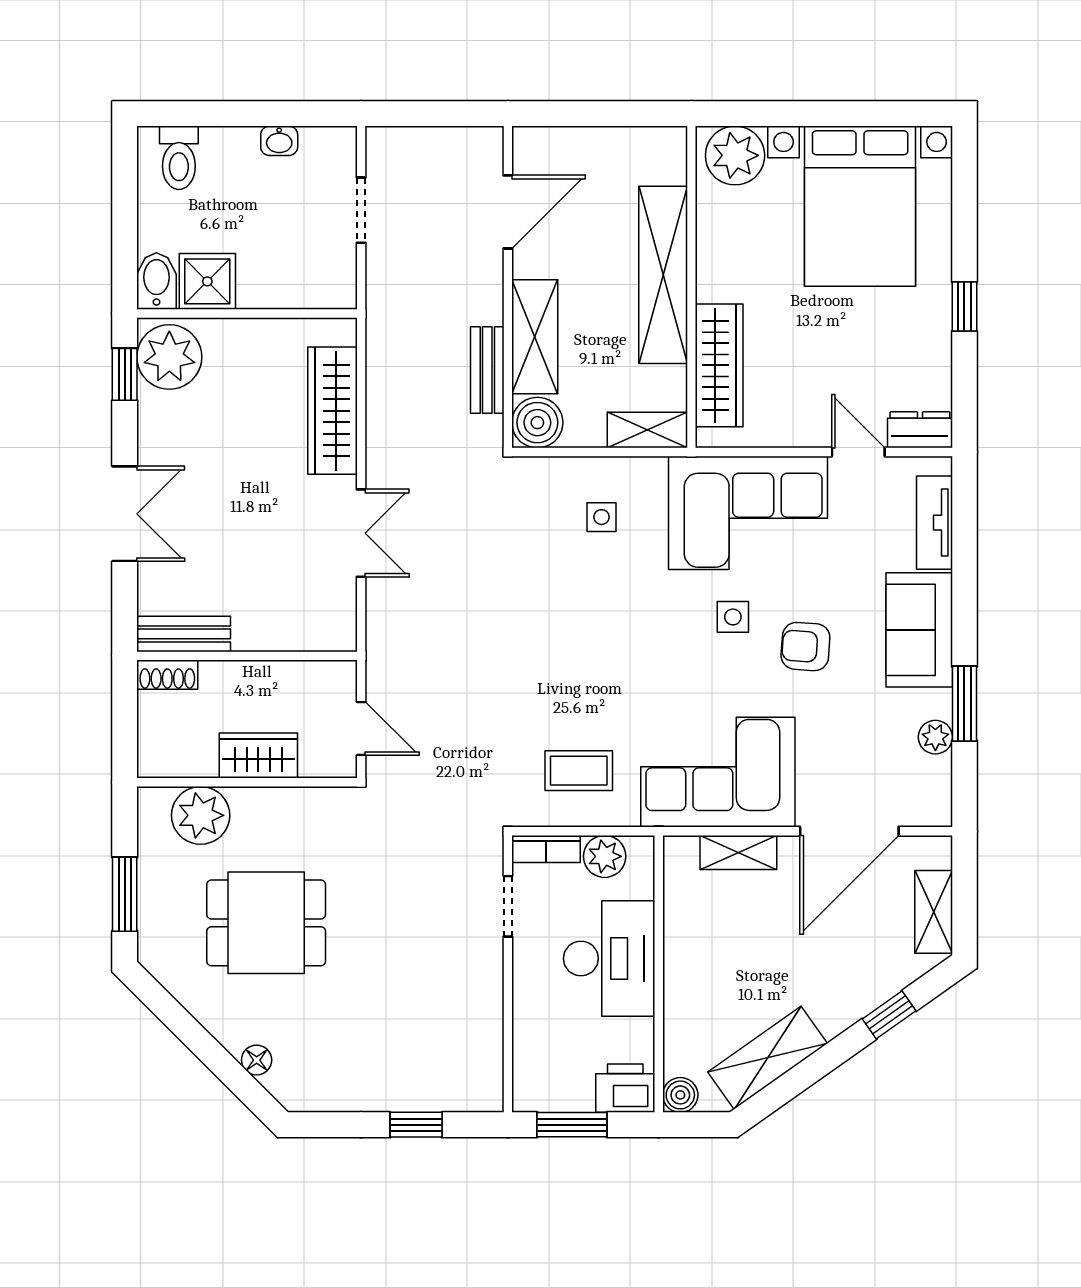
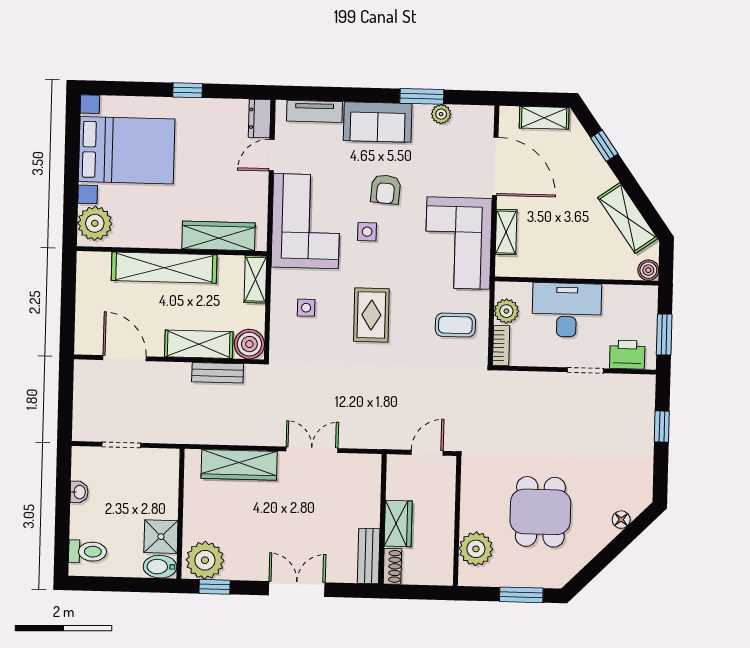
rug: (592, 628) -> (371, 315), added
wardrobe: (258, 756) -> (398, 524), moved, turned 180
coffee table: (579, 771) -> (455, 325), turned 90
doorway: (508, 906) -> (585, 370), moved
printer: (625, 1088) -> (627, 355), moved, turned 90

